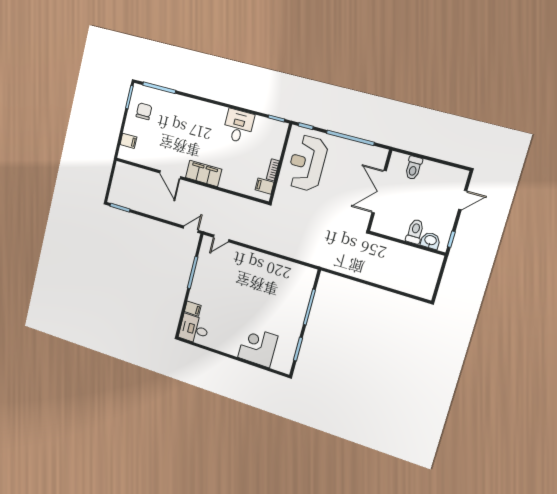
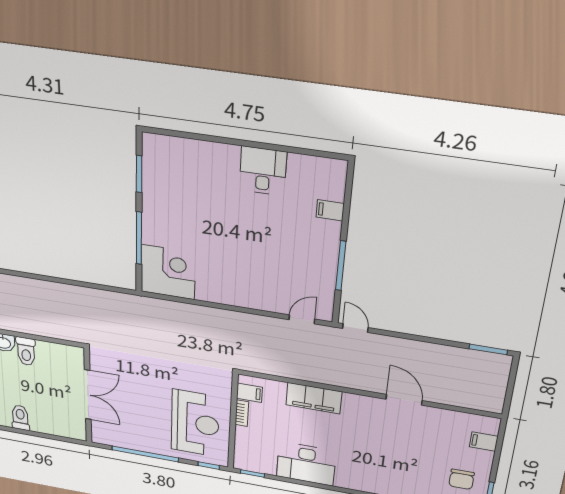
desk: (238, 126) -> (306, 464), width x1.37
toilet: (413, 168) -> (20, 418), moved
filing cabinet: (204, 173) -> (314, 398), moved
door: (191, 229) -> (355, 328), swing flipped
desk: (194, 329) -> (263, 171), moved, turned -90
corner desk: (258, 347) -> (168, 272), moved, turned -90

